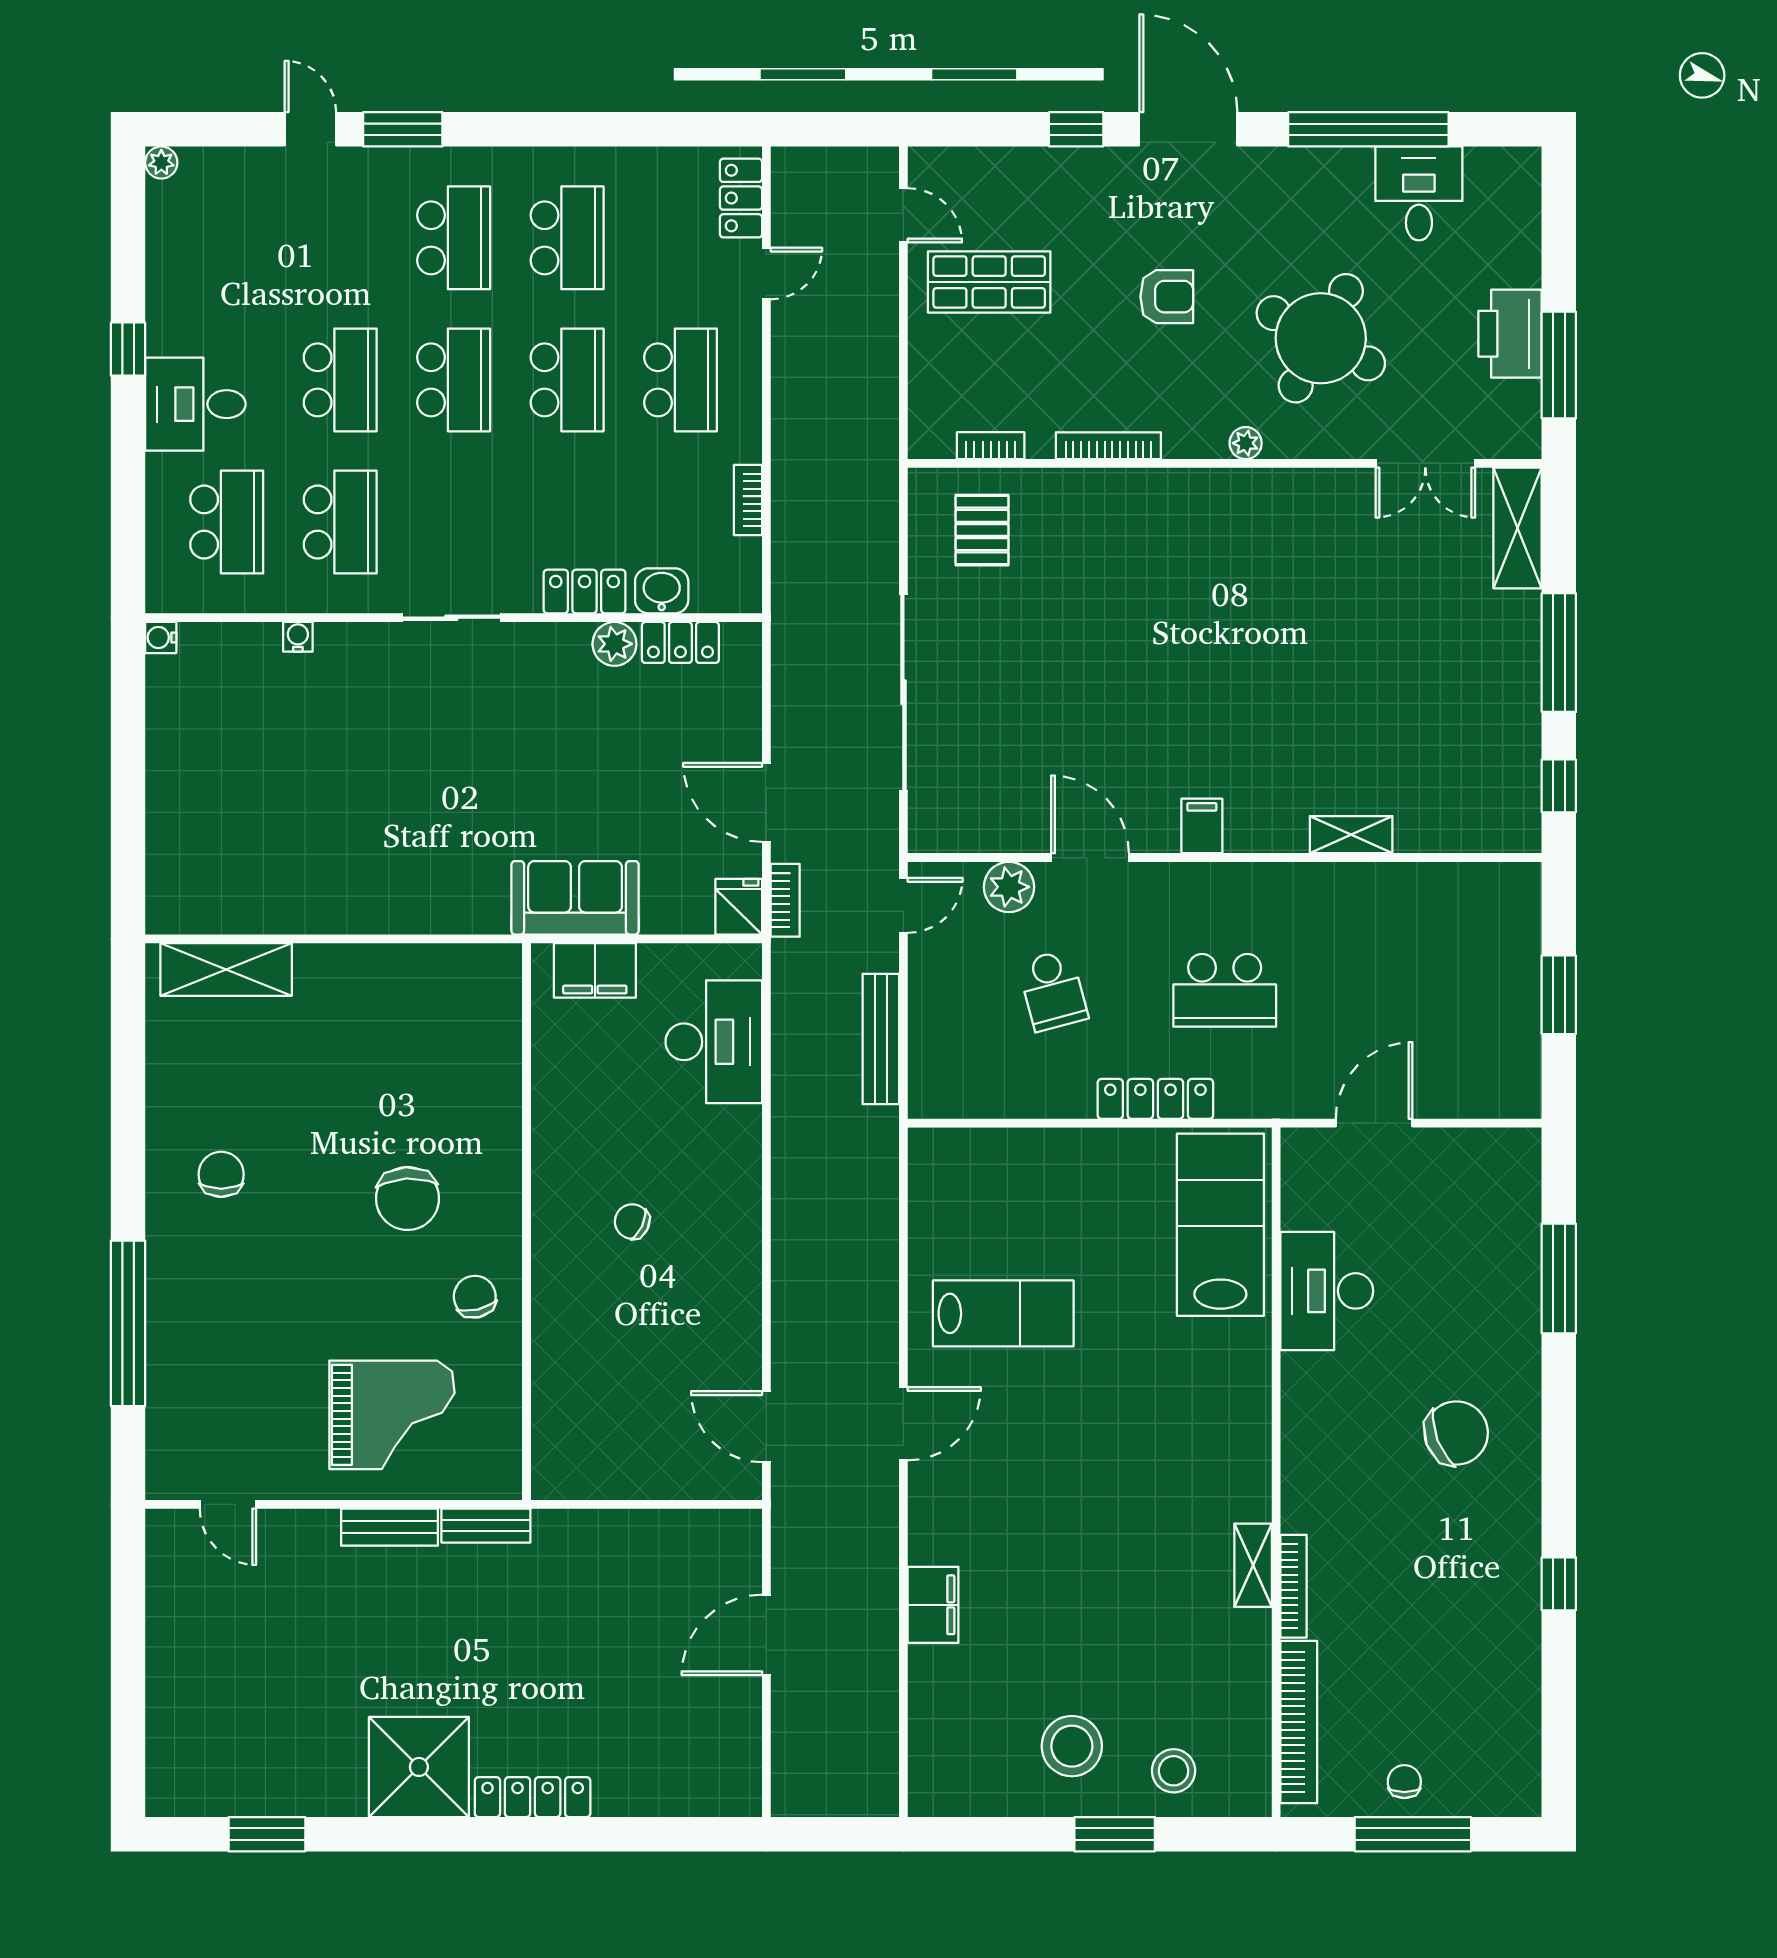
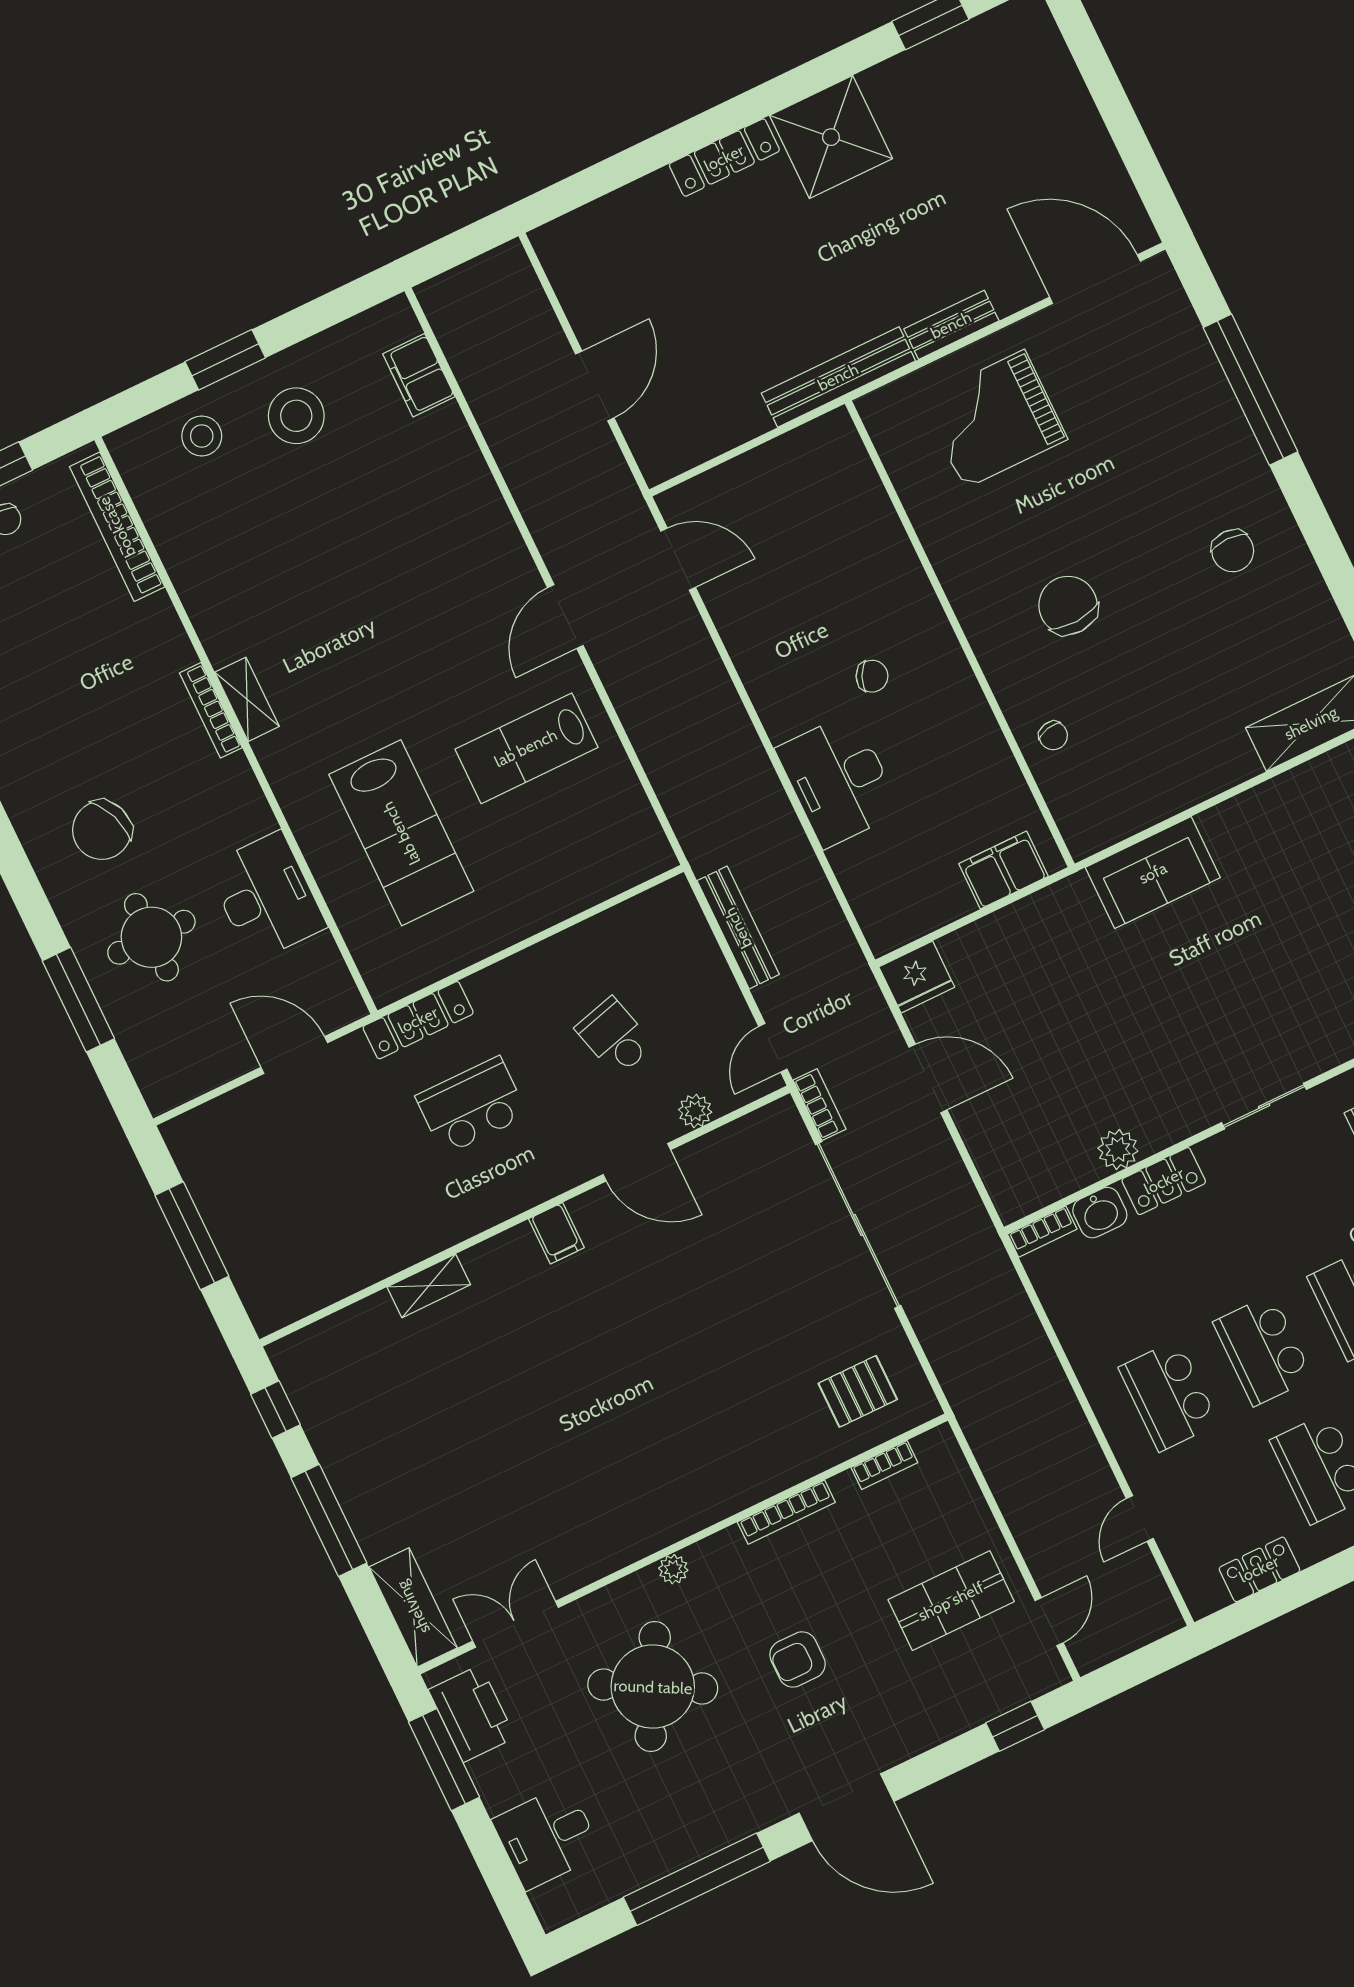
window: (1076, 129) -> (1015, 1726), moved
desk: (1419, 193) -> (547, 1837), moved, turned 90
locker: (741, 198) -> (1259, 1569), moved, turned -90
door: (903, 215) -> (1049, 1622), swing flipped
printer: (1510, 334) -> (472, 1714), moved
bookcase: (748, 500) -> (1042, 1232), moved, turned 90
pallet: (982, 530) -> (858, 1391), turned 90
locker: (680, 642) -> (1064, 1177), removed
plant: (1009, 887) -> (695, 1111), width x0.73, depth x0.73
sofa: (575, 898) -> (1153, 873), moved
bookcase: (785, 900) -> (820, 1105), moved, turned 180
fridge: (739, 907) -> (917, 977), width x1.38
window: (1559, 995) -> (192, 1236), width x1.44
desk: (714, 1042) -> (838, 780), moved
locker: (1155, 1099) -> (418, 1020), moved
door: (1374, 1123) -> (294, 1055), swing flipped
lab bench: (1220, 1225) -> (401, 833), moved
chair: (475, 1297) -> (1053, 736), moved, width x0.73, depth x0.73
round table: (1458, 1305) -> (151, 937), added
door: (228, 1504) -> (1095, 279), width x1.88
bench: (486, 1526) -> (838, 377), width x1.86, depth x1.21
shelving: (1253, 1565) -> (247, 699), moved
bookcase: (1294, 1586) -> (211, 710), moved
filing cabinet: (933, 1605) -> (419, 375), moved

